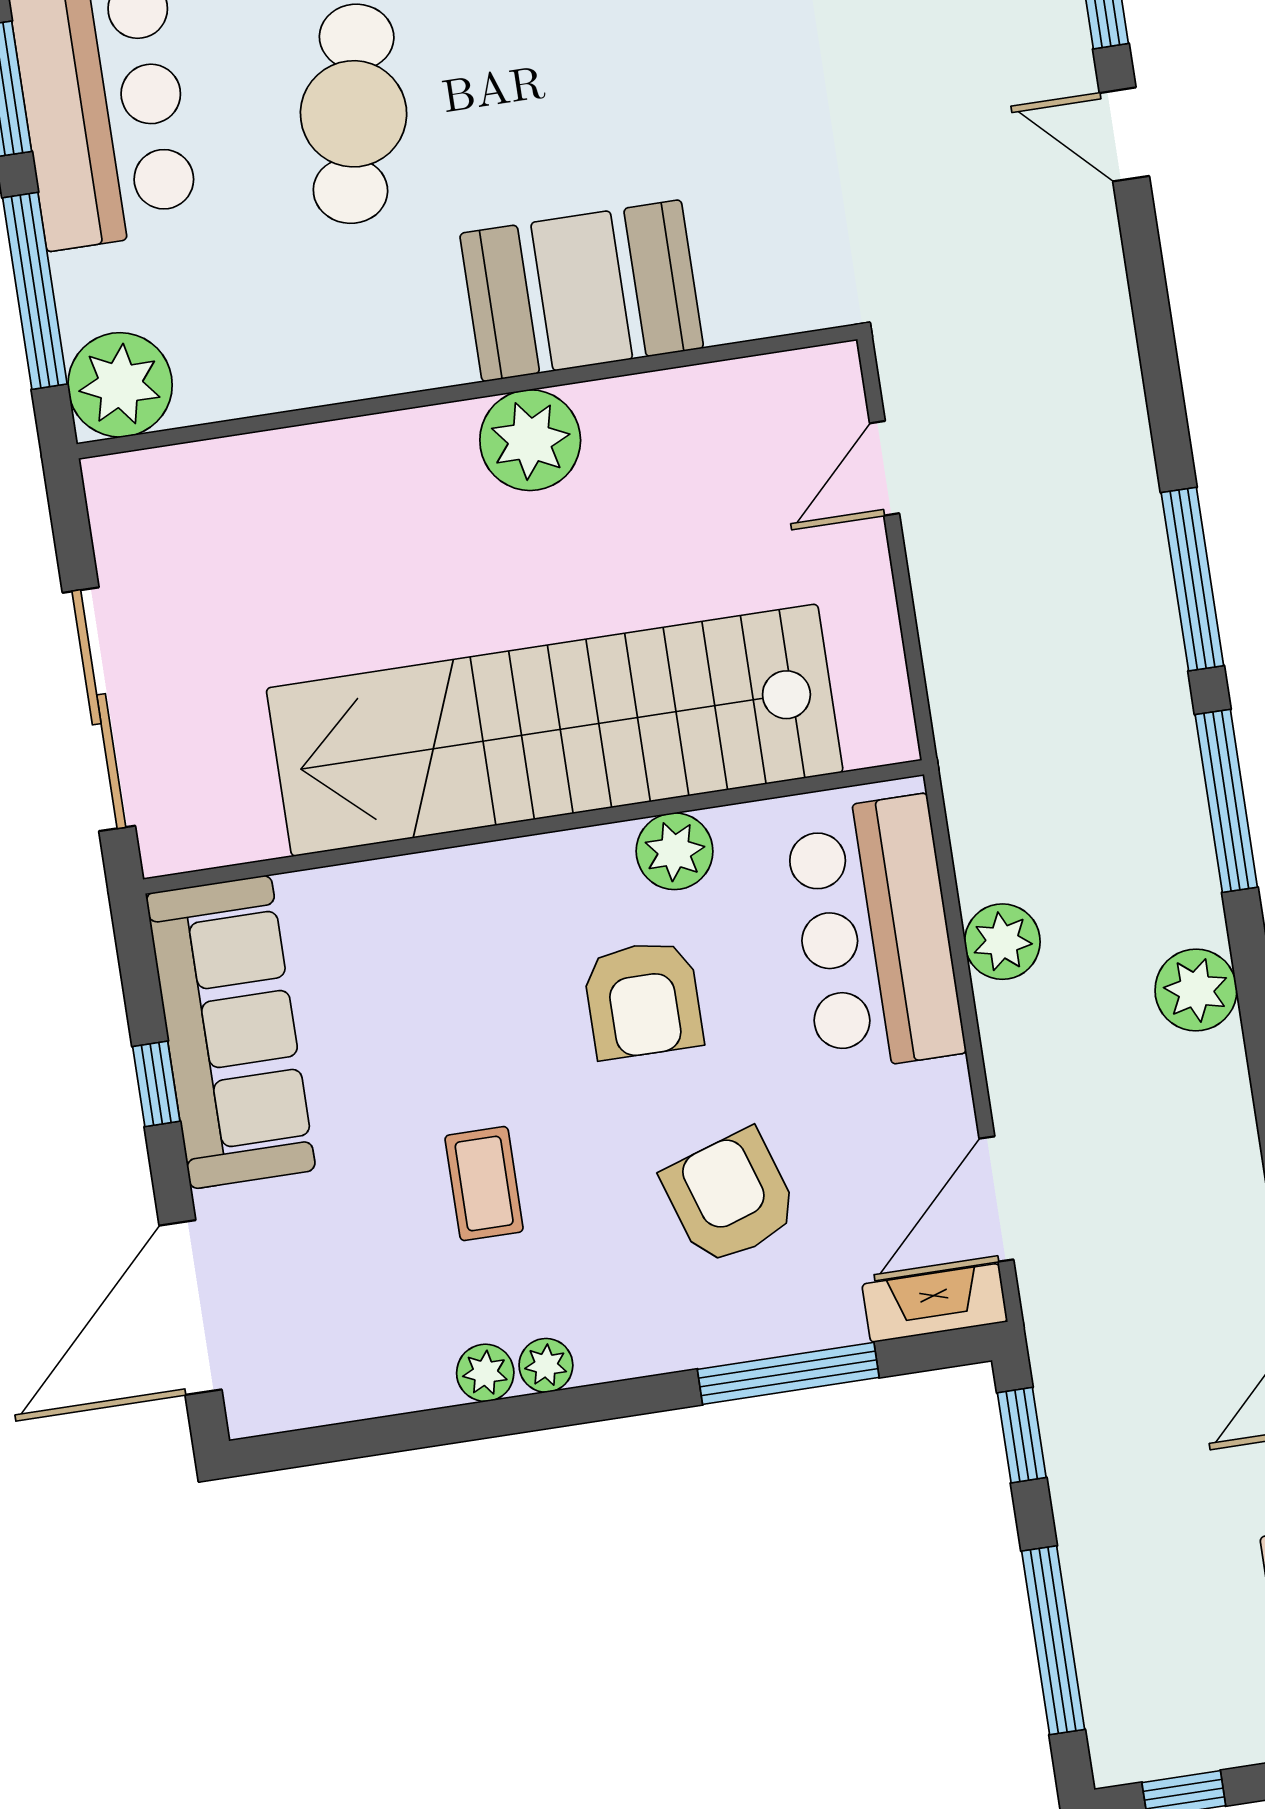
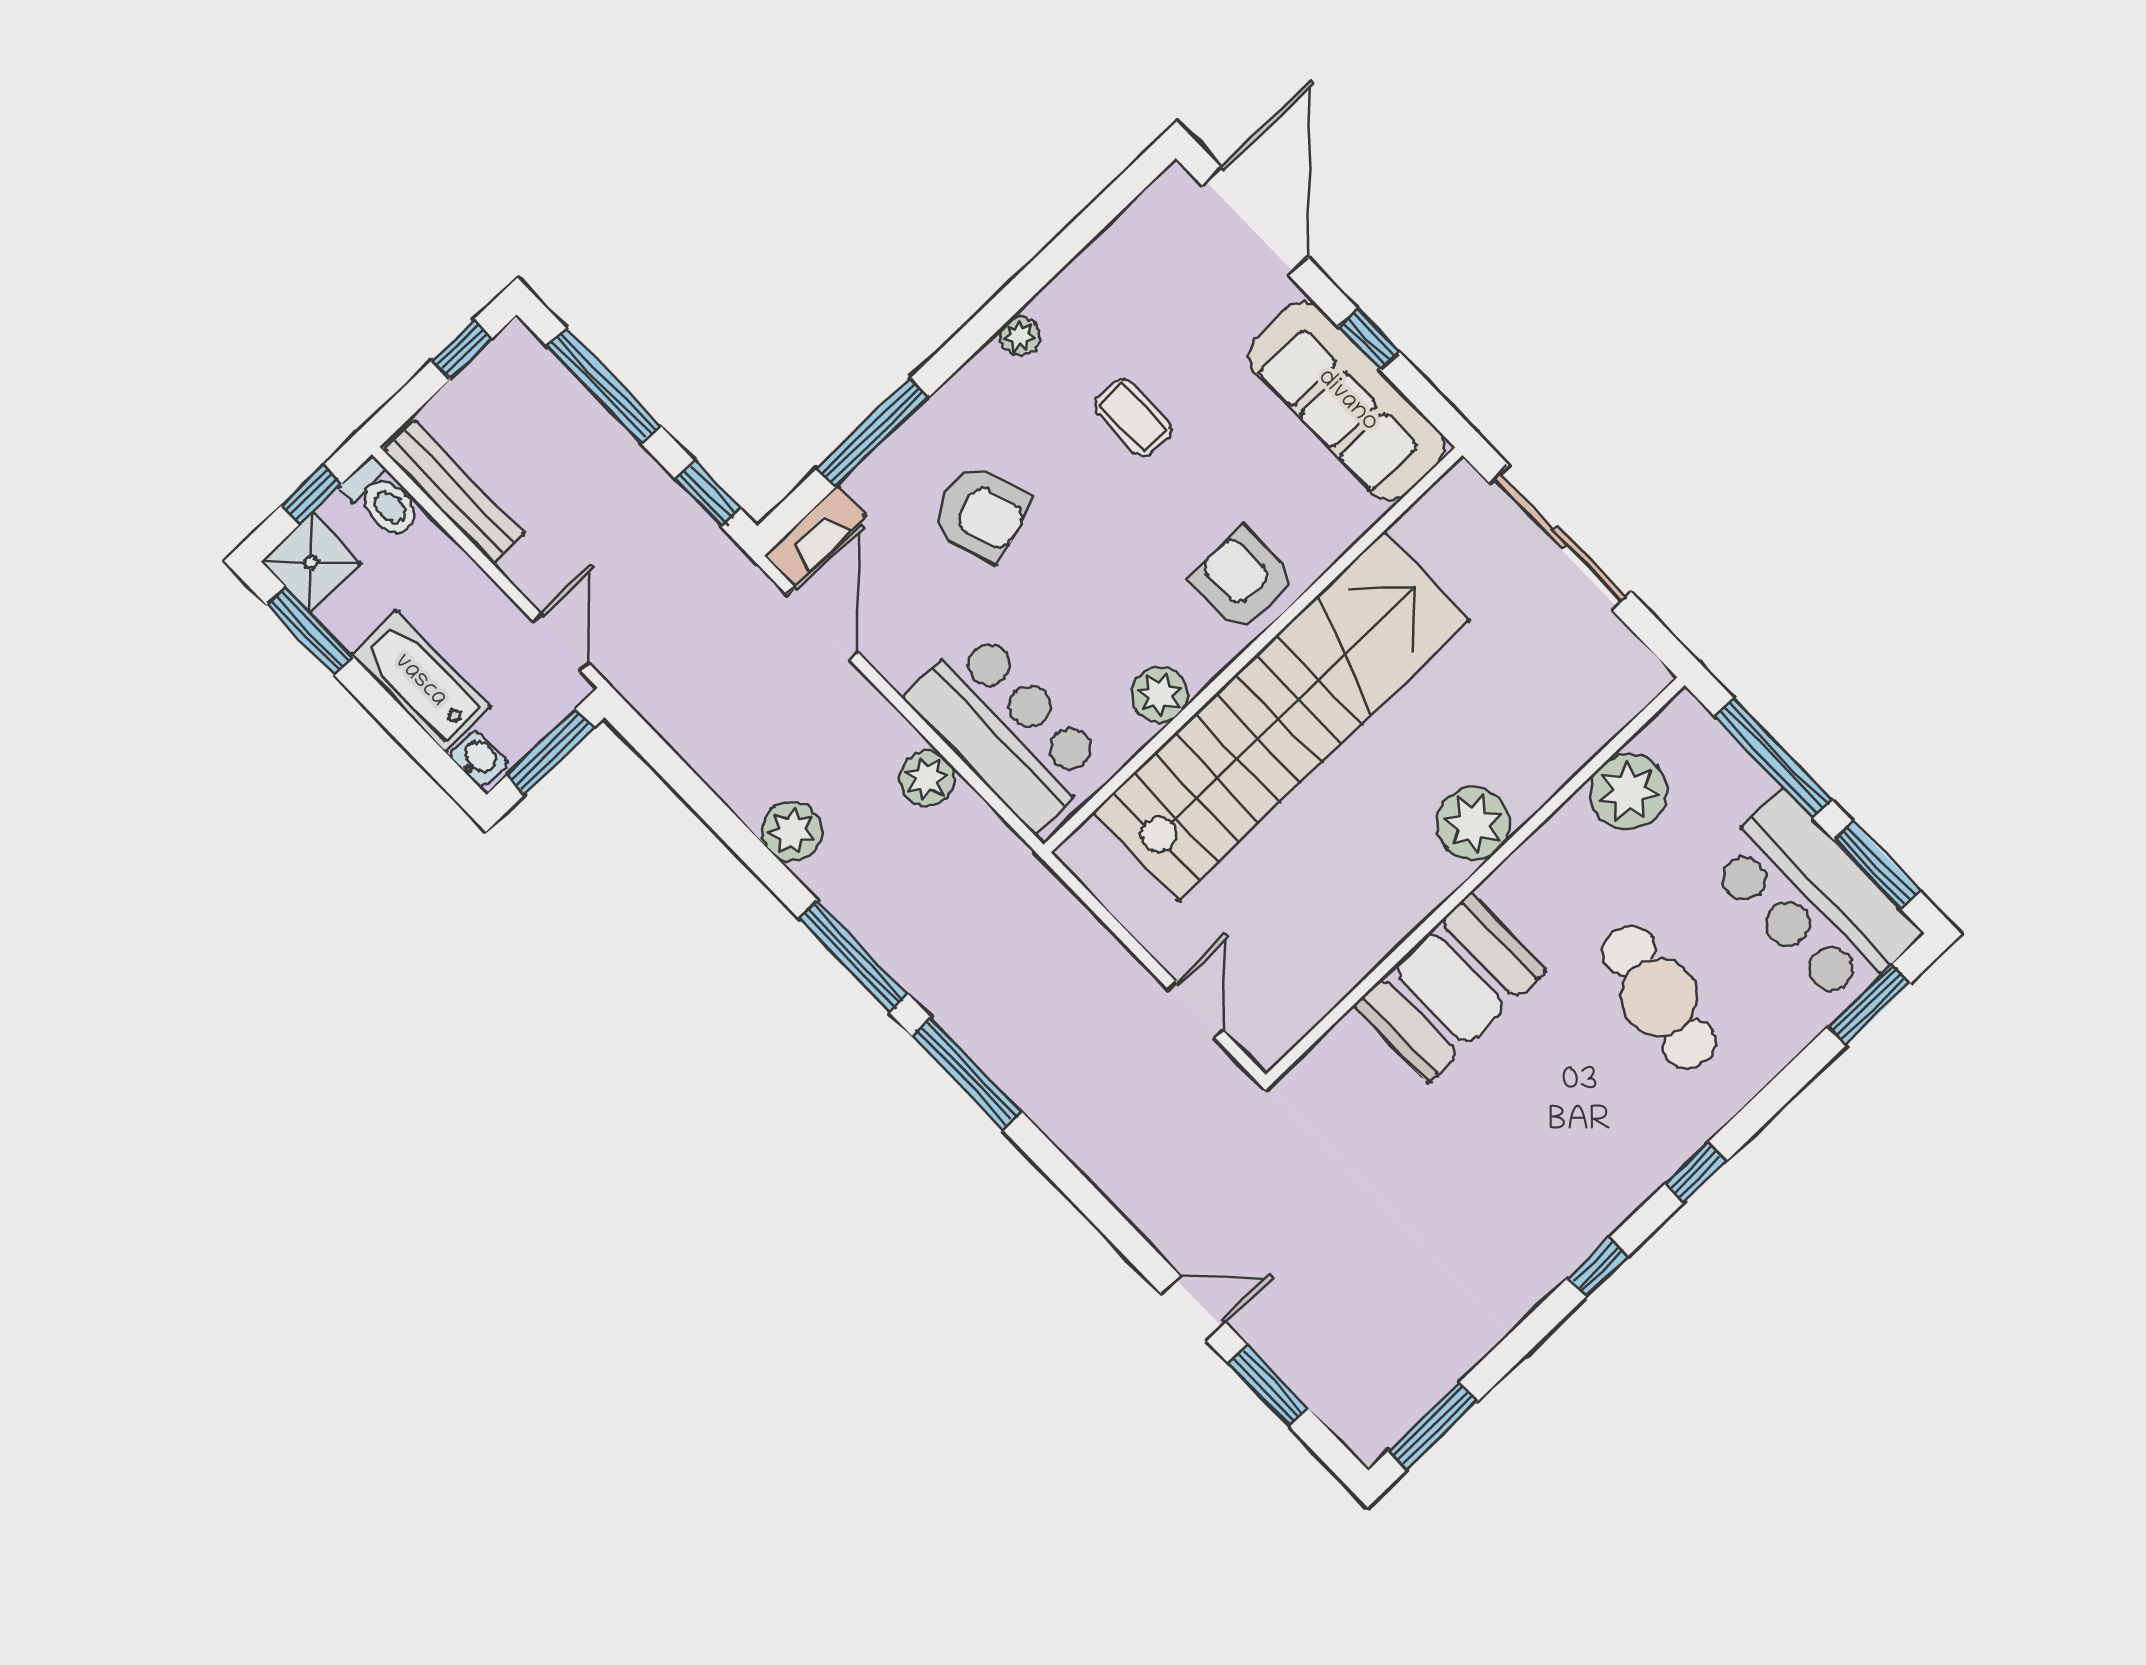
plant: (120, 385) -> (1629, 792), moved
plant: (530, 440) -> (1473, 824), moved
armchair: (643, 1000) -> (1243, 579), moved
plant: (485, 1373) -> (1053, 306), removed

